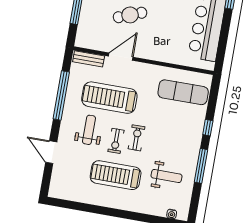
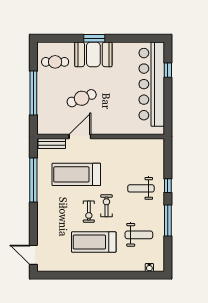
exercise mat: (183, 92) -> (141, 158), removed
weight bench: (89, 130) -> (141, 188), moved, turned -90
door: (51, 152) -> (33, 255), moved

